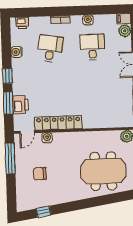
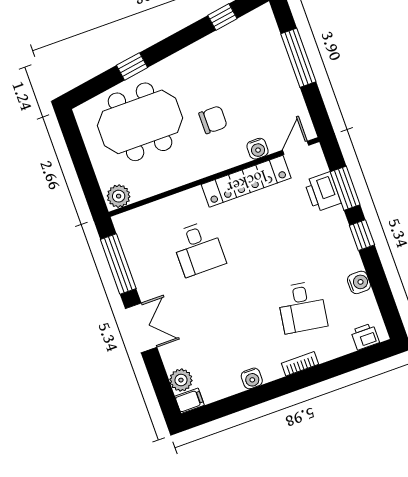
desk: (92, 47) -> (198, 249), moved
window: (10, 159) -> (298, 58), moved
chair: (40, 174) -> (213, 120), moved
window: (98, 201) -> (132, 66), added

